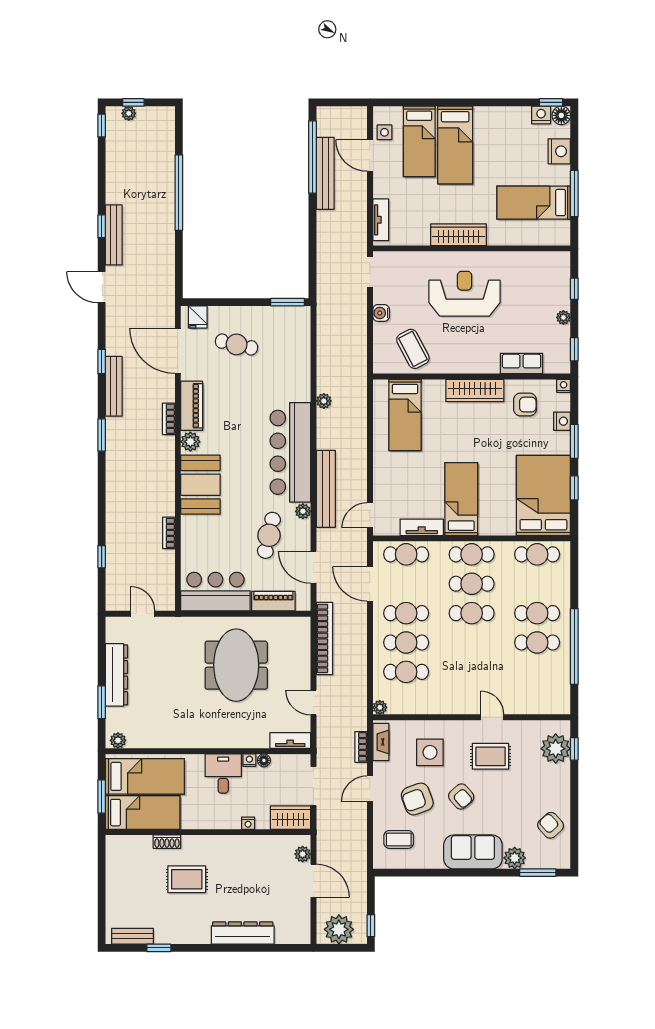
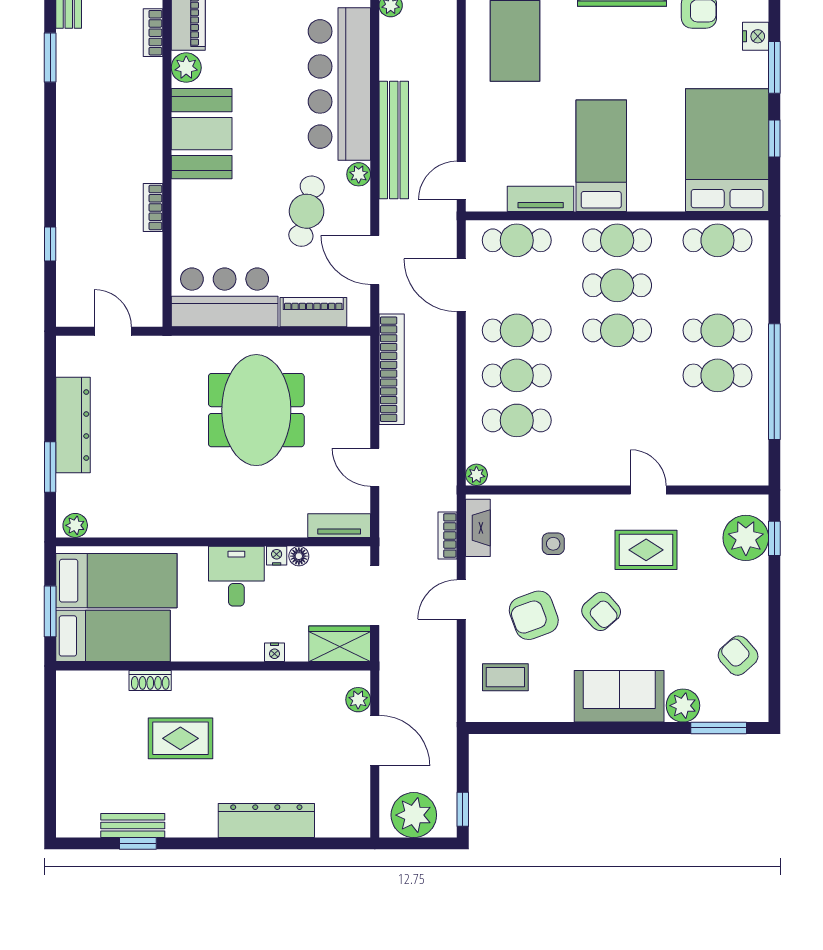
side table: (430, 752) -> (553, 544), width x0.54, depth x0.54
bench: (132, 936) -> (133, 825), moved

